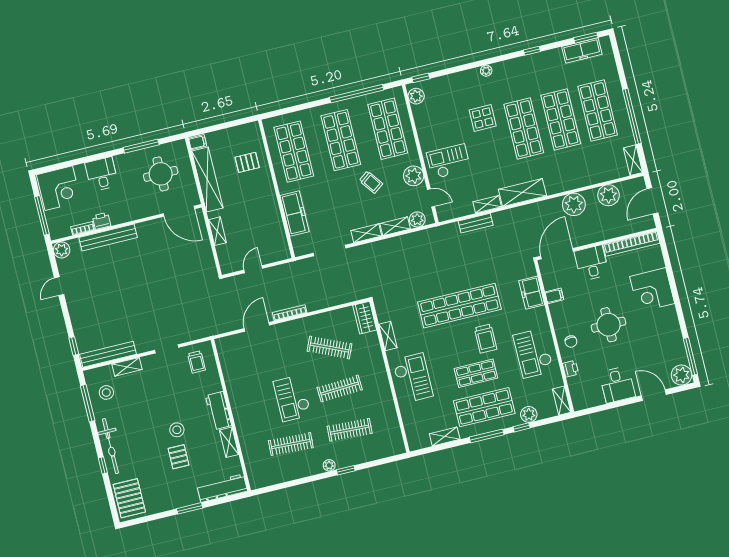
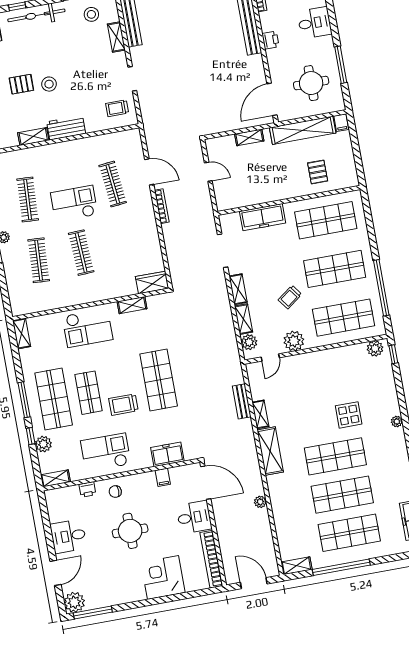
checkout: (449, 161) -> (306, 378), removed
plant: (608, 195) -> (262, 539), removed
plant: (574, 204) -> (260, 502), width x0.53, depth x0.53
printer: (102, 221) -> (270, 40), moved
shop shelf: (459, 306) -> (159, 380), width x0.71
clothes rail: (330, 347) -> (113, 184), moved, turned -30
shelving: (445, 437) -> (22, 334), moved

